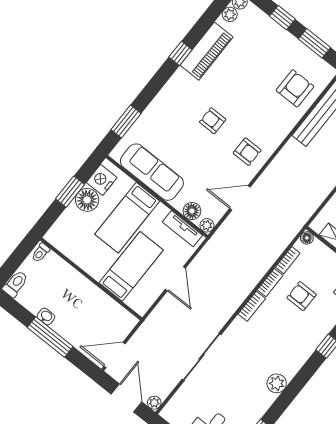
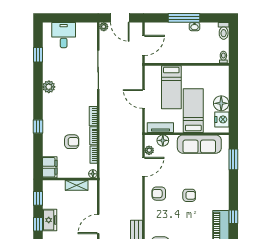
window: (70, 192) -> (233, 101), removed
plant: (207, 225) -> (149, 150), moved
door: (114, 355) -> (144, 45), moved

